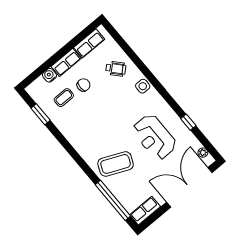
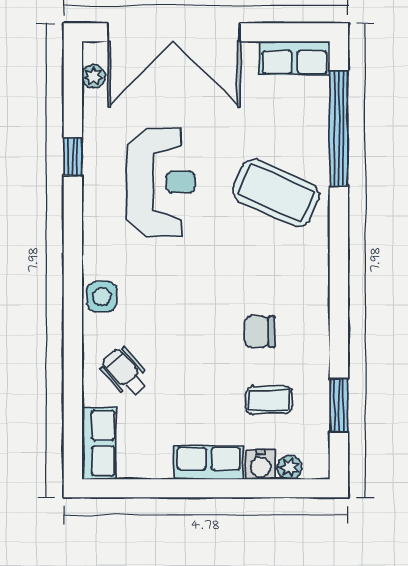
row of seats: (89, 43) -> (99, 443), moved, turned 90
plant: (40, 82) -> (290, 467), added
chair: (83, 85) -> (259, 332), moved

